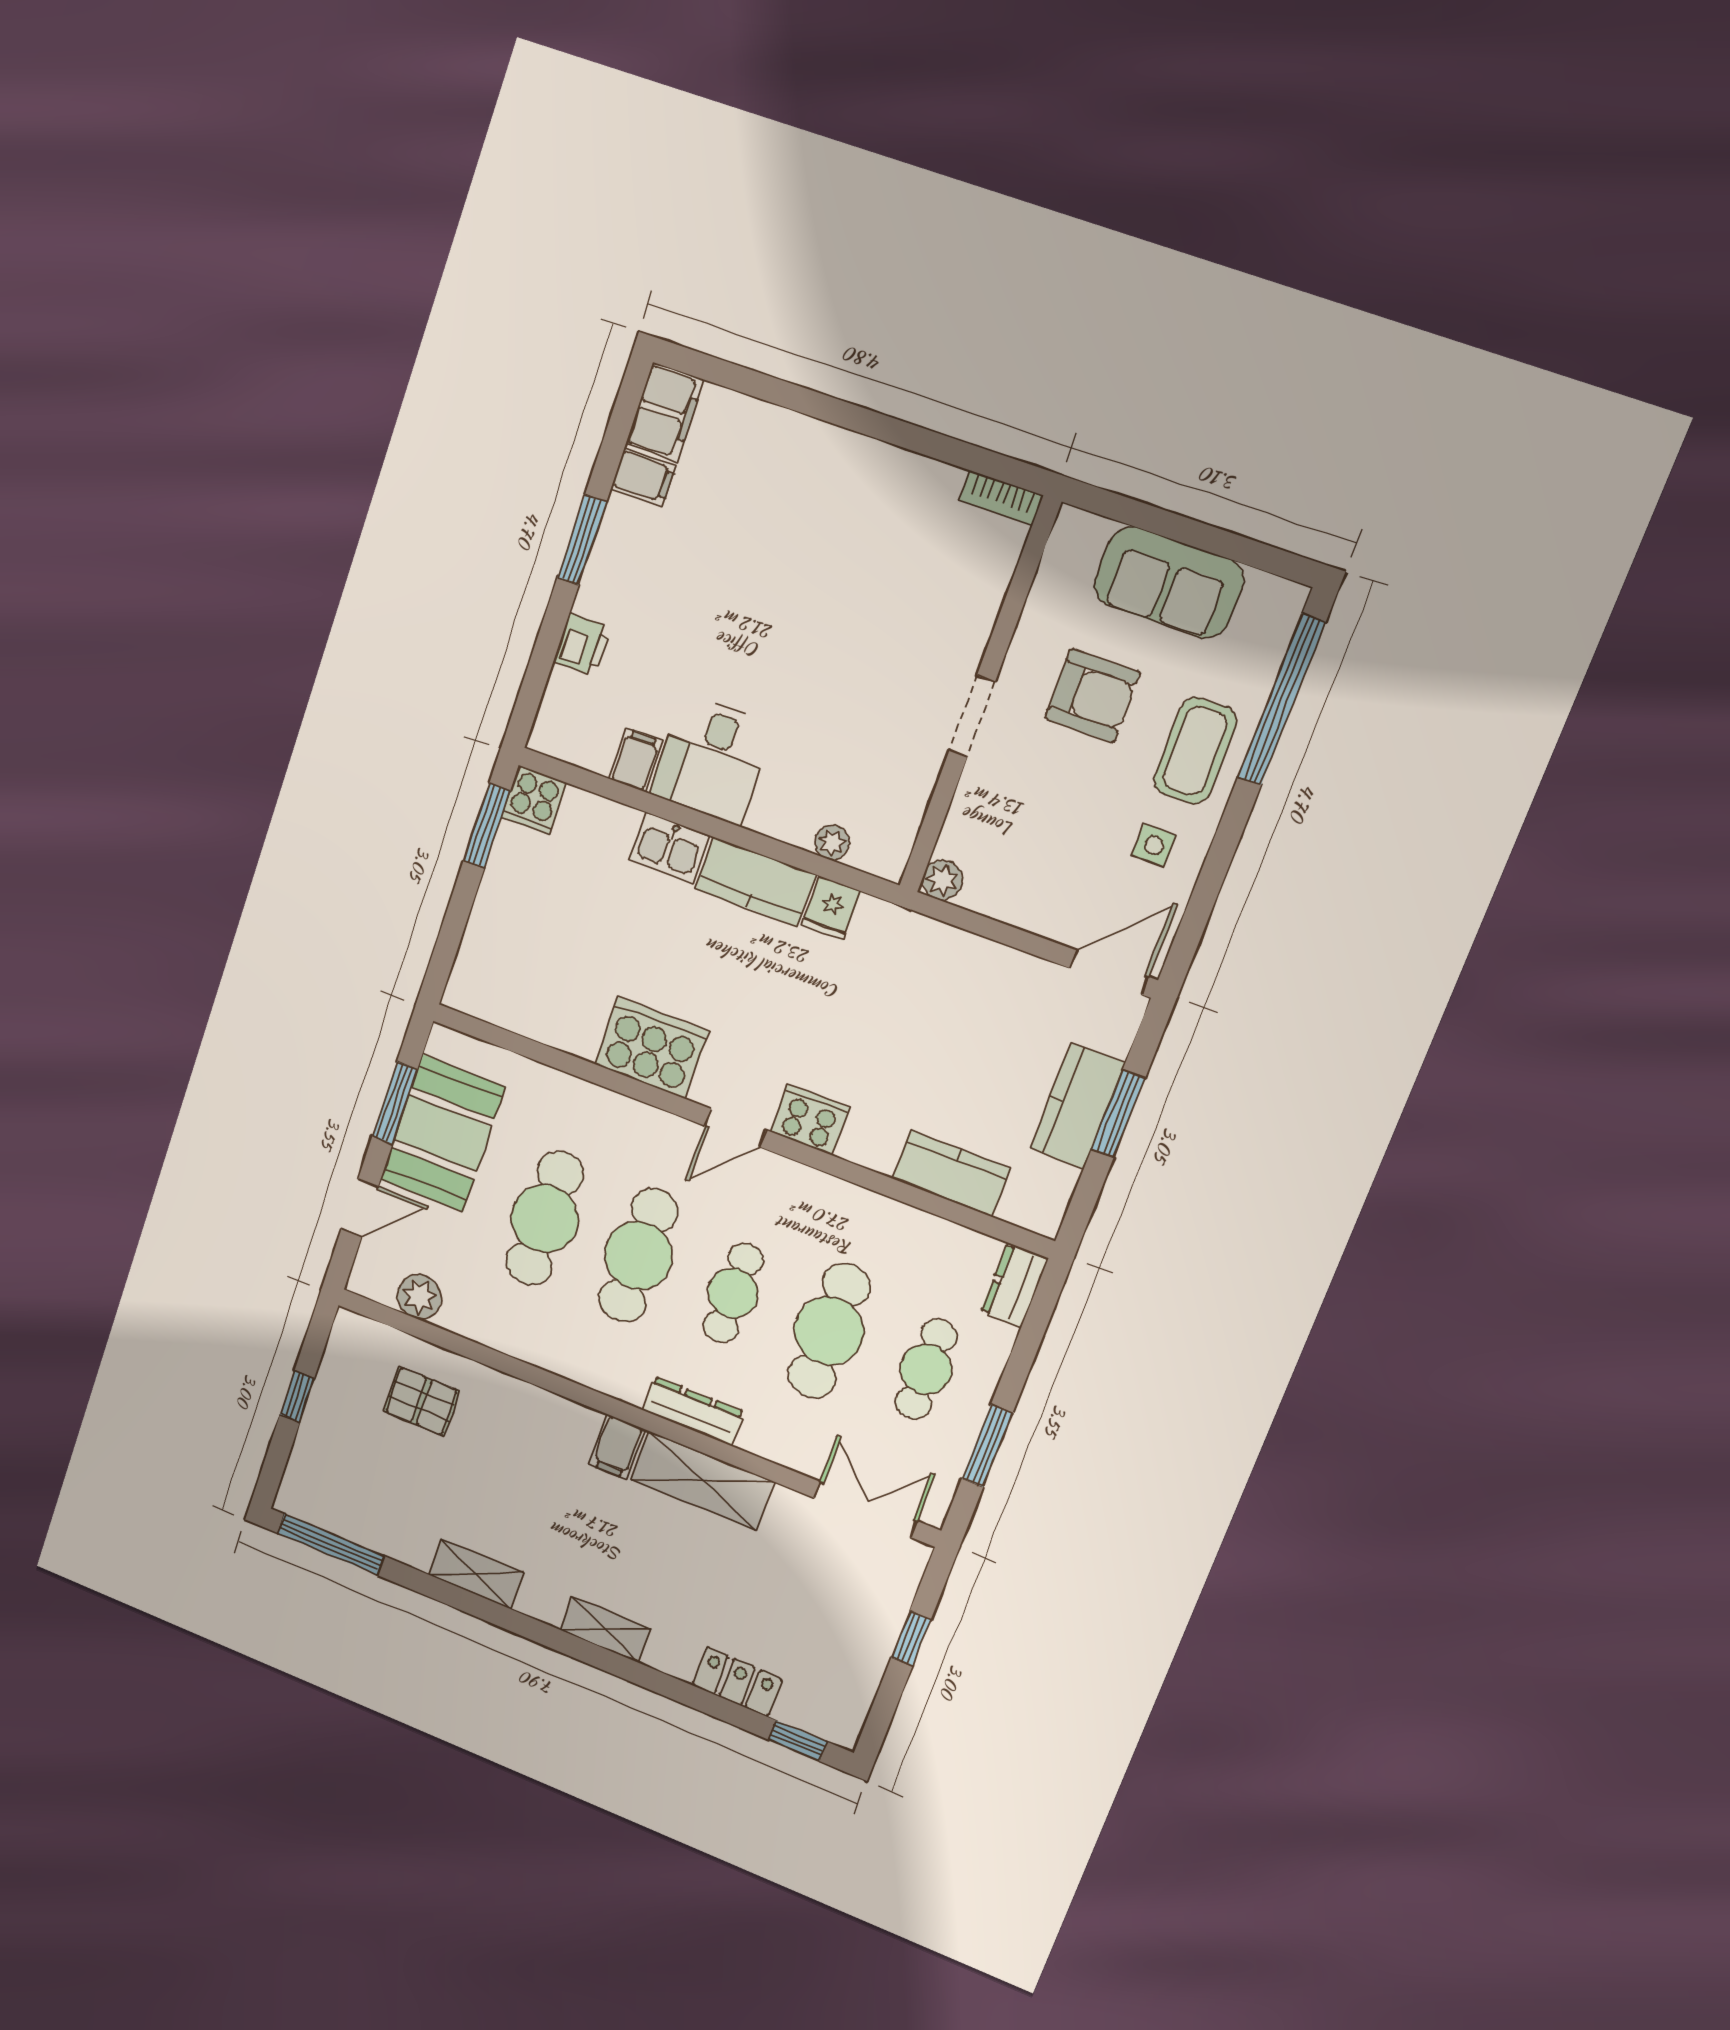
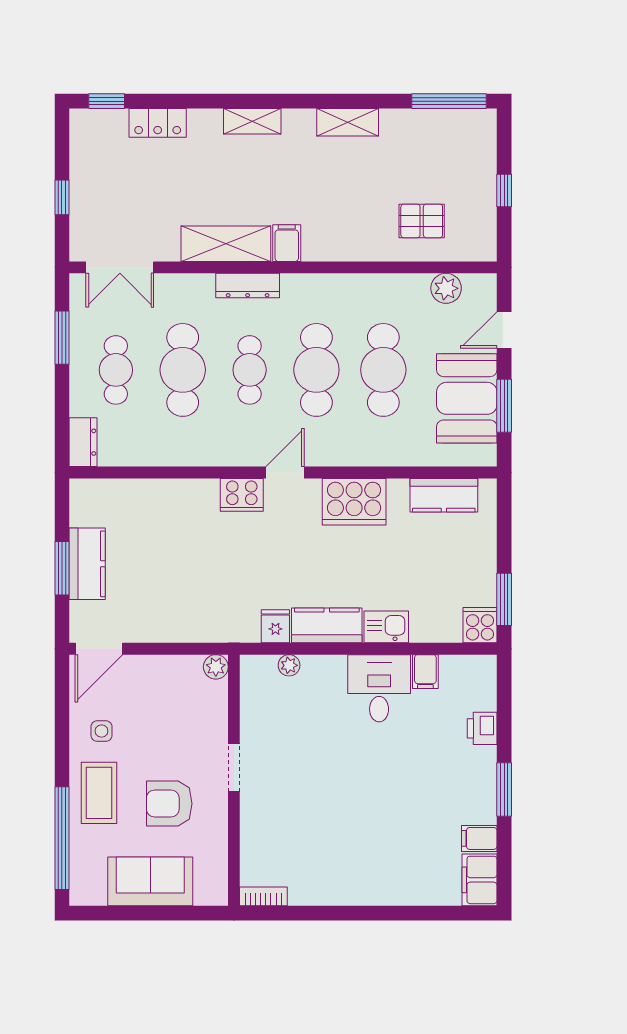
kitchen counter: (951, 1173) -> (444, 495), moved

